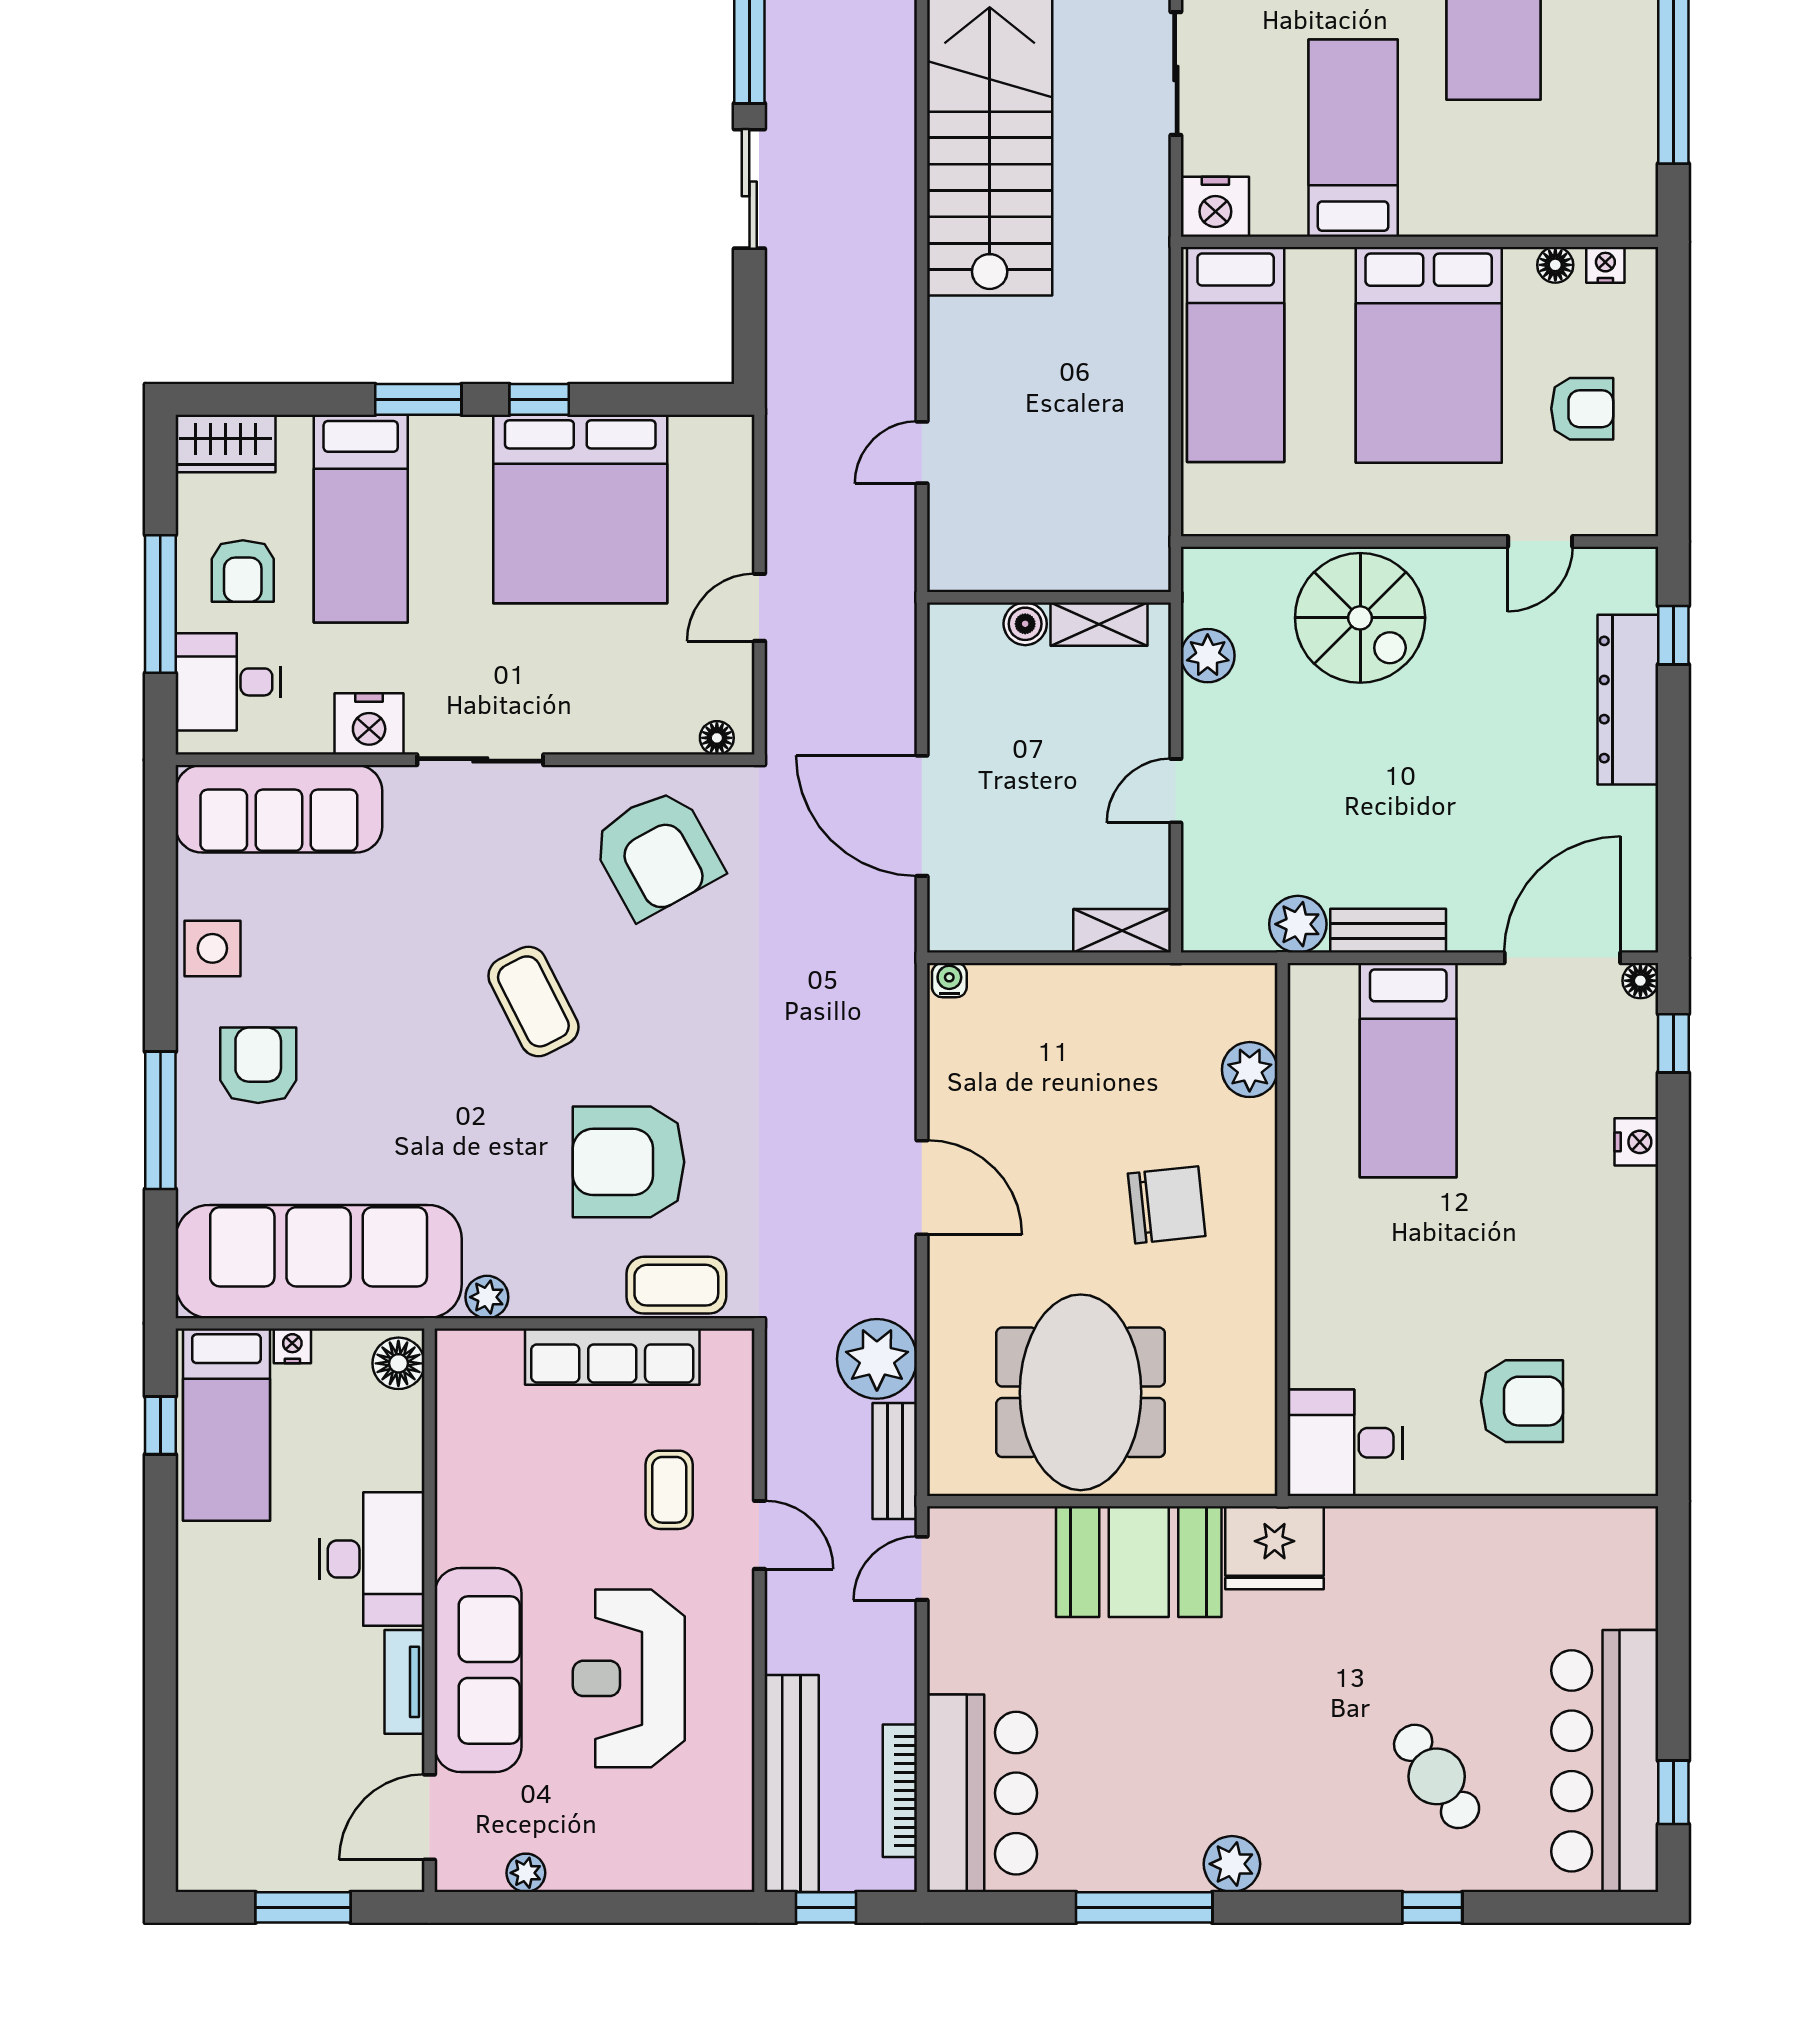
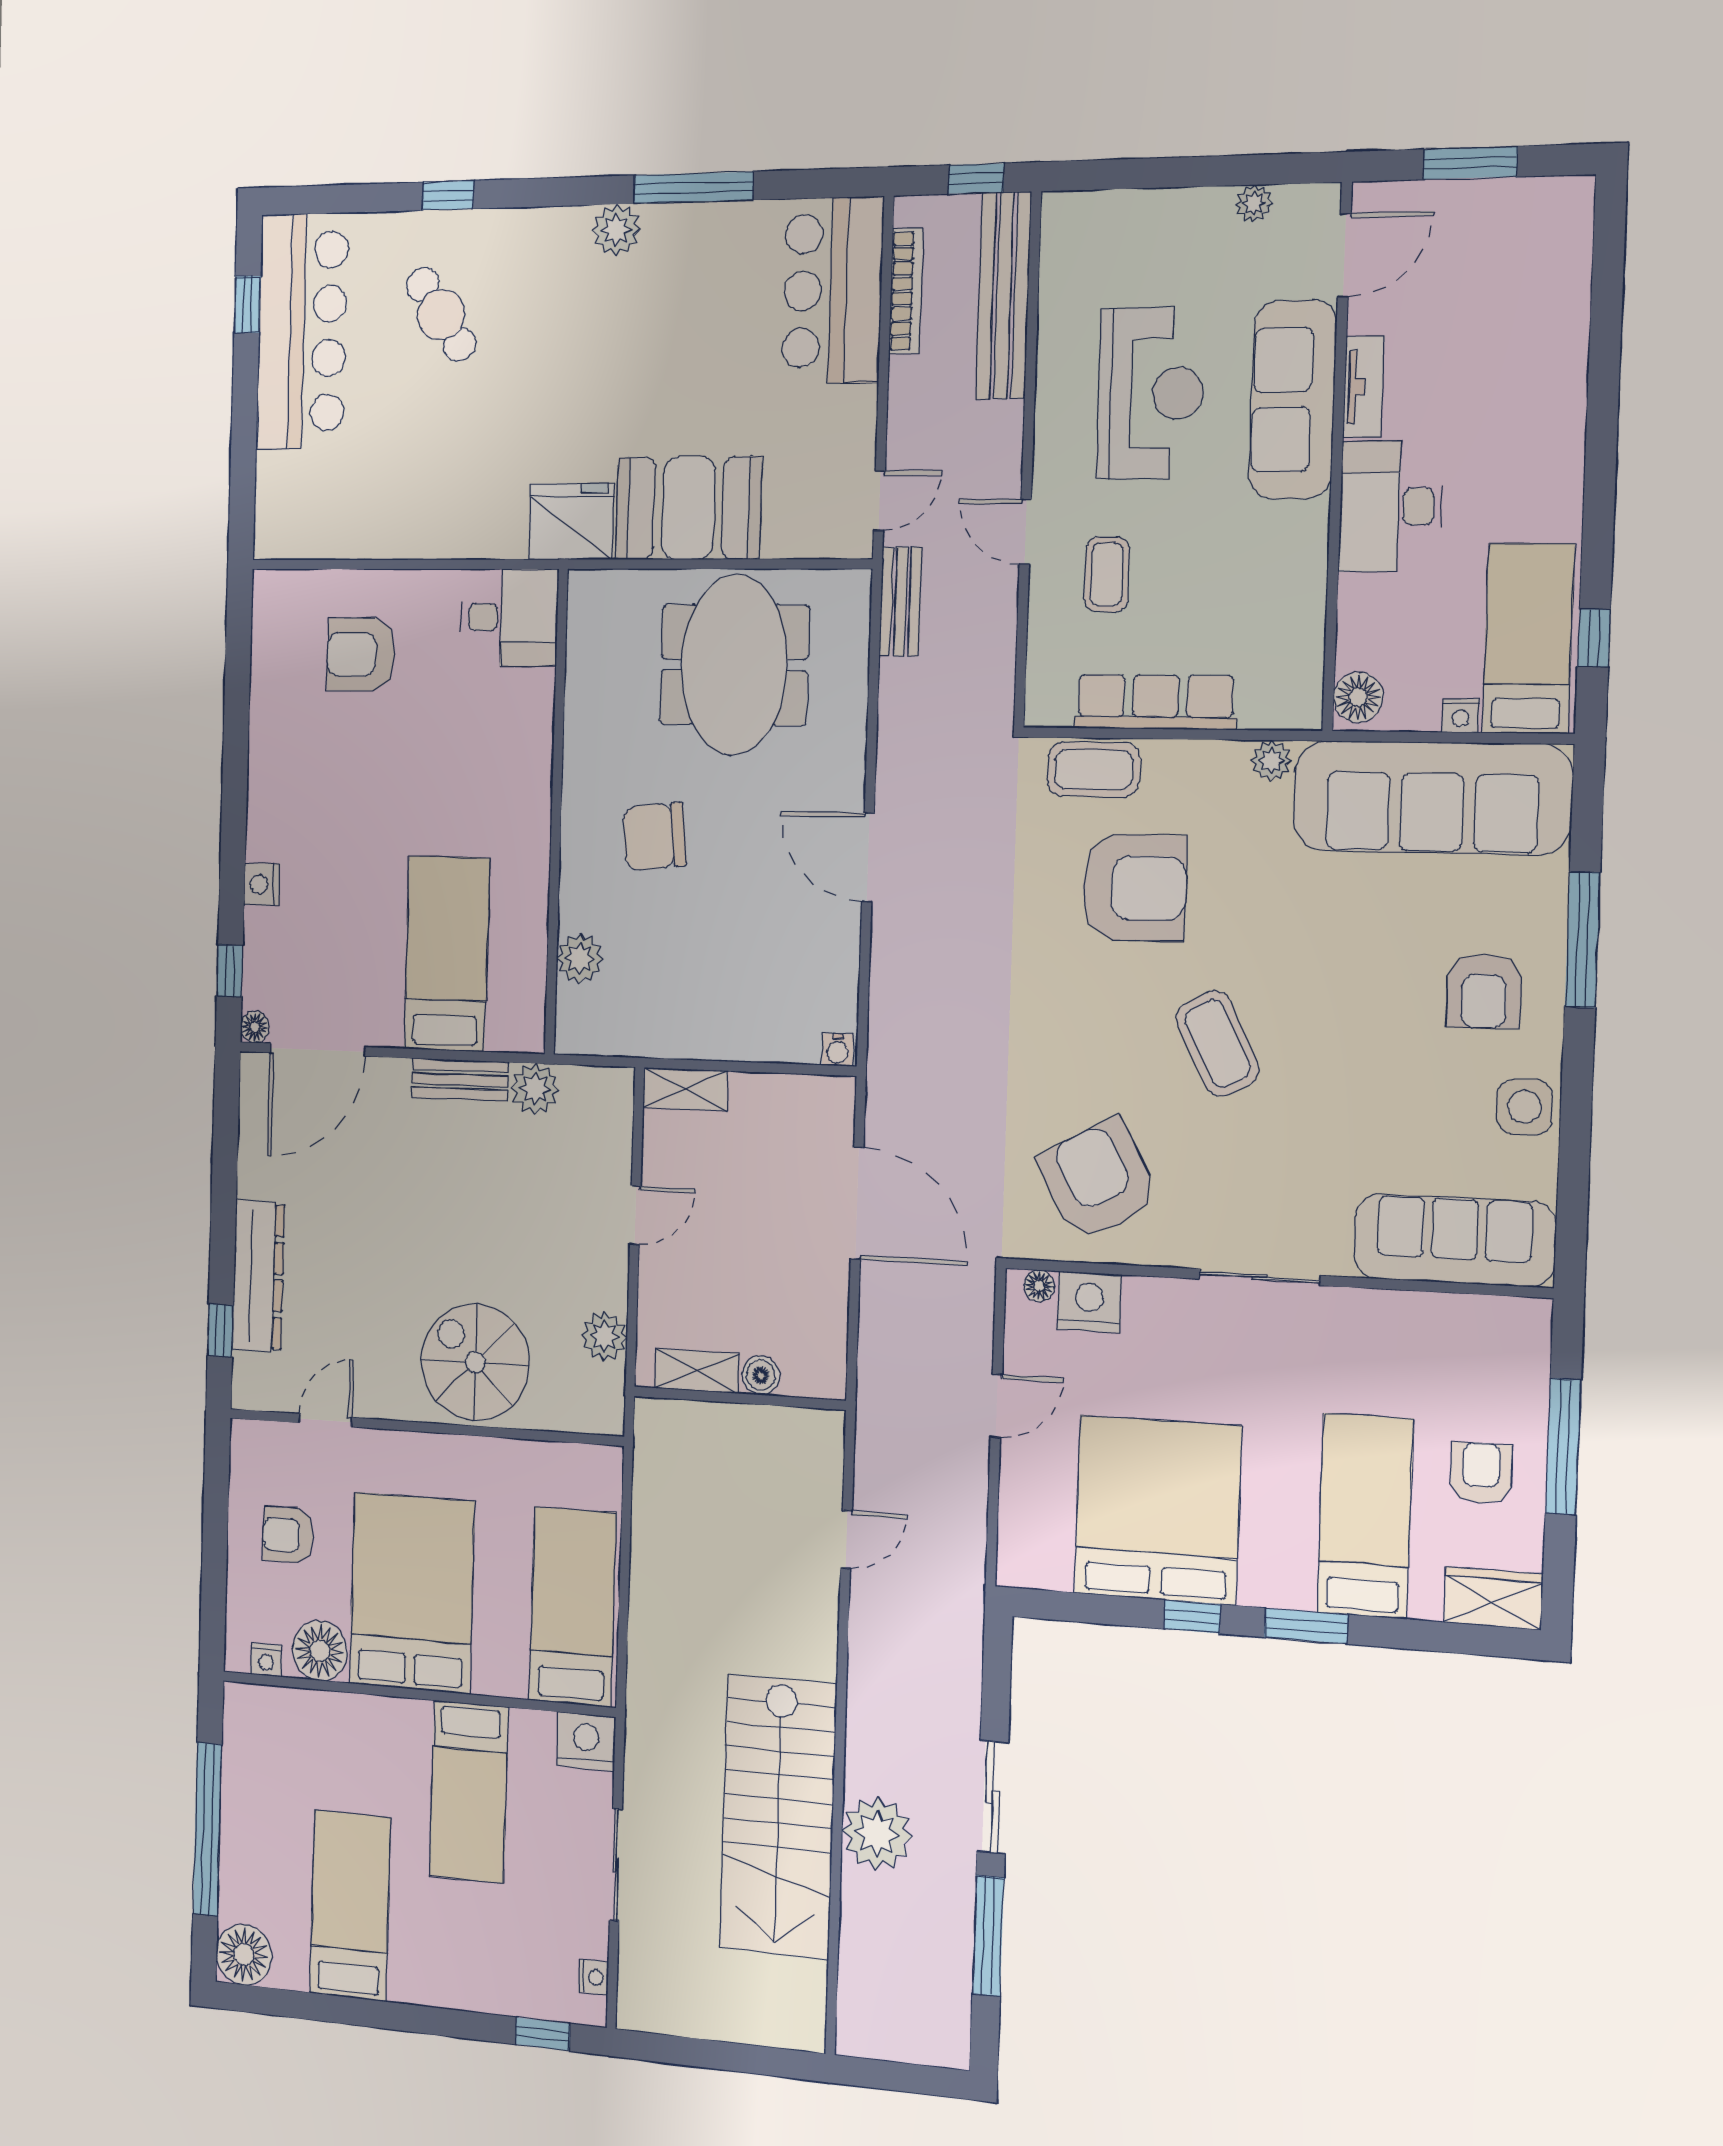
floor lamp: (1555, 265) -> (320, 1651), width x1.89, depth x1.89
desk: (228, 682) -> (1499, 1366), removed
nightstand: (369, 724) -> (1089, 1302), moved
plant: (877, 1359) -> (877, 1834), moved

